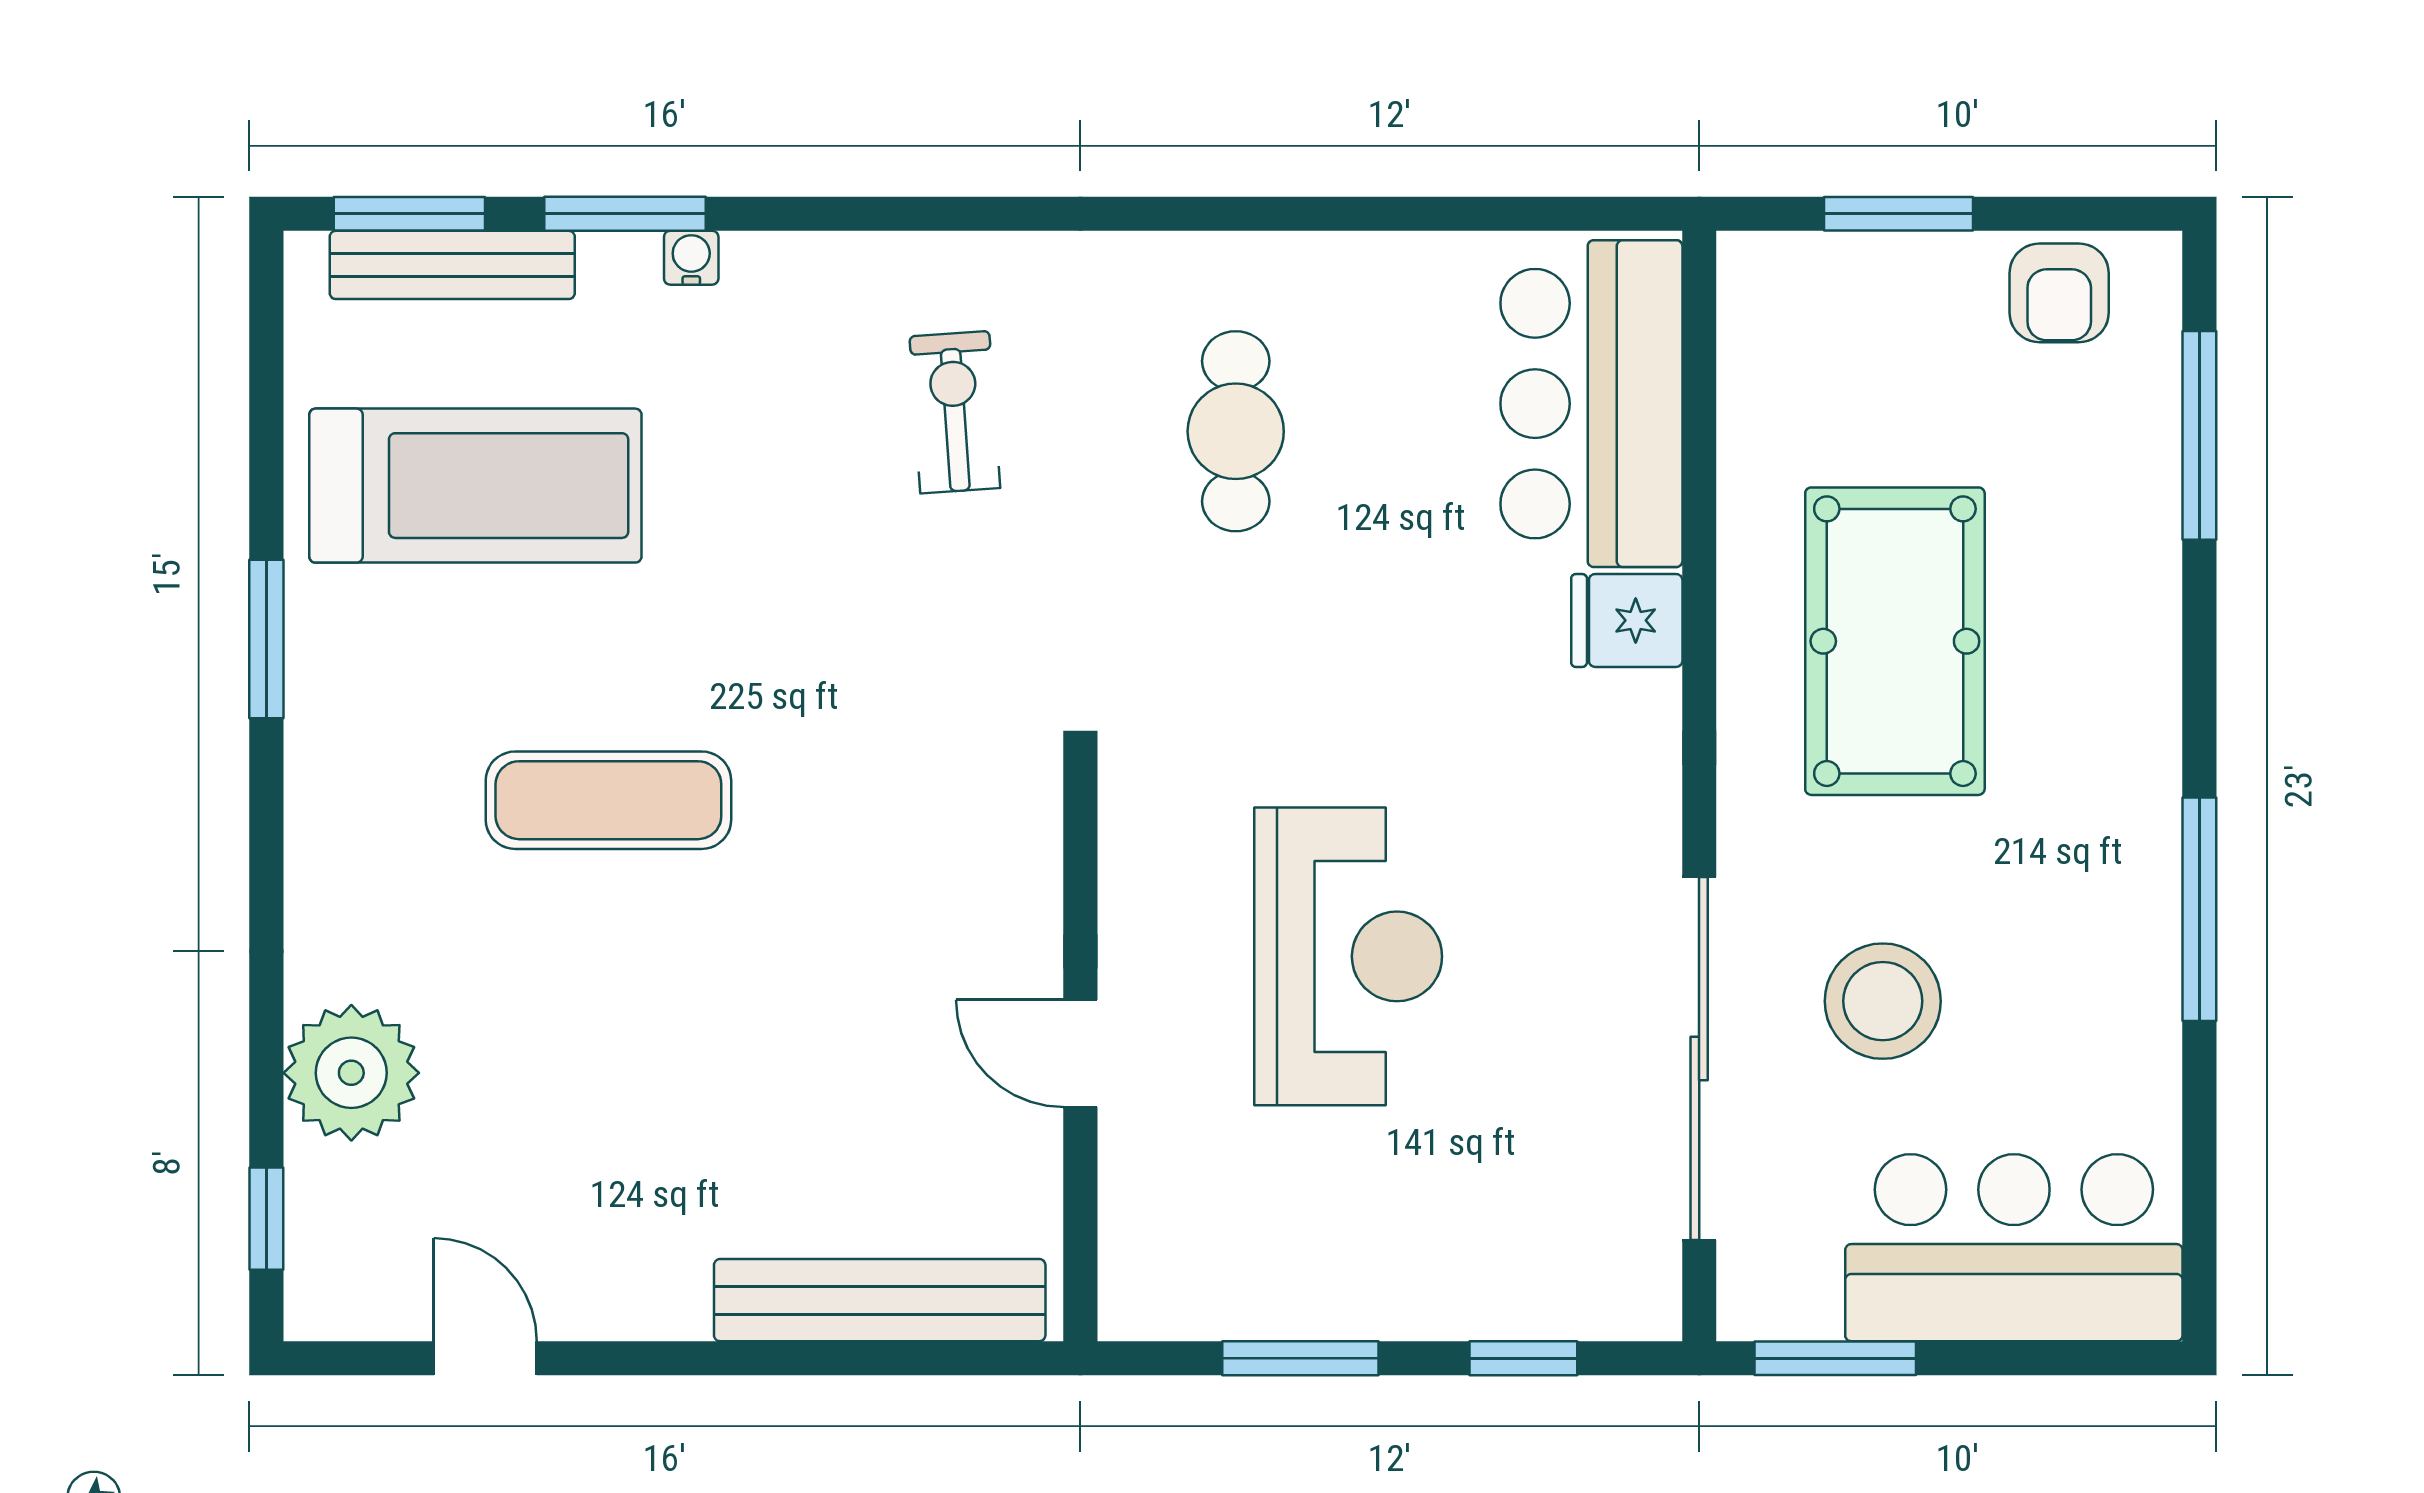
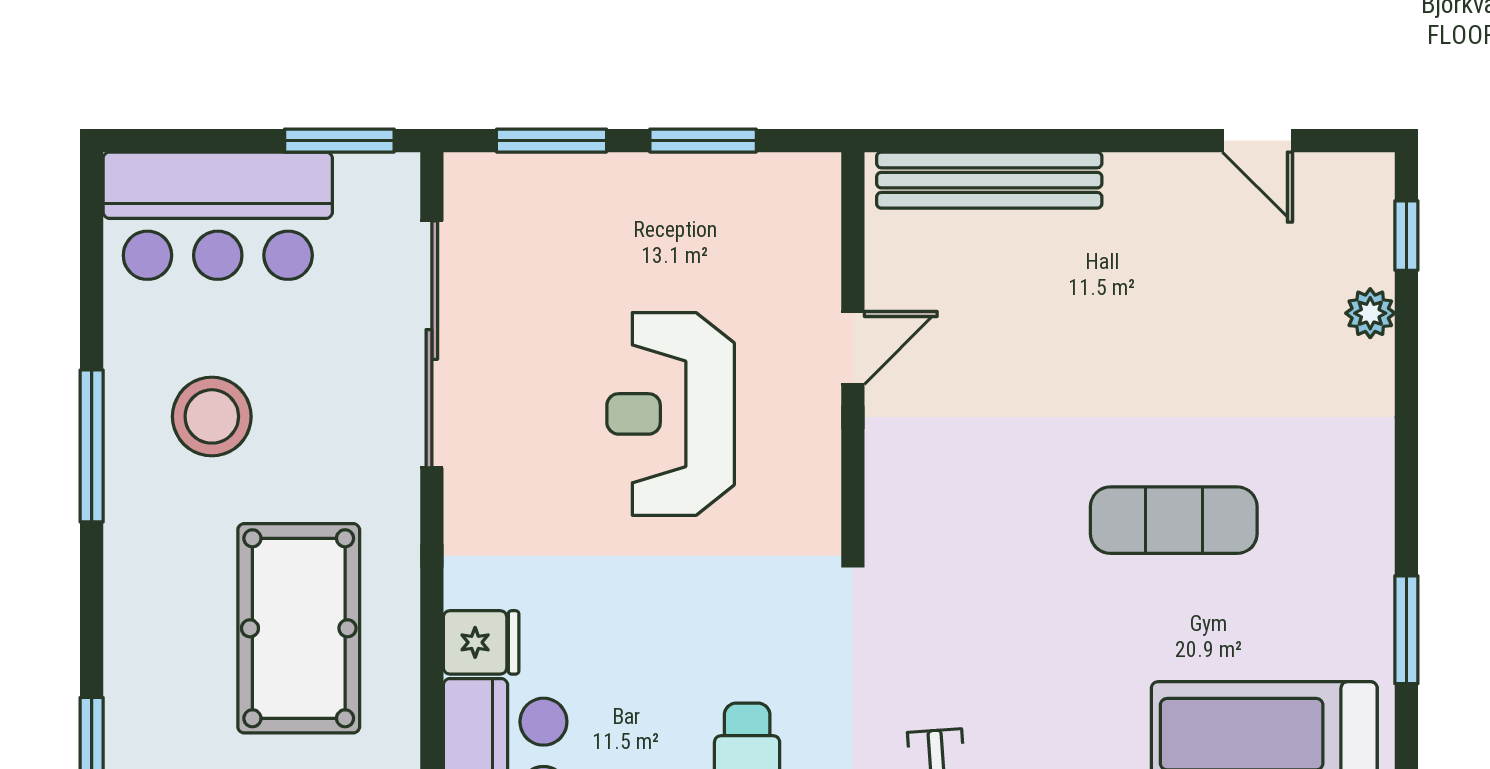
stool: (1883, 1001) -> (212, 416), moved
door: (1080, 1054) -> (853, 348), hinge flipped
plant: (351, 1073) -> (1370, 313), width x0.53, depth x0.53
window: (1523, 1358) -> (551, 141), width x1.50

